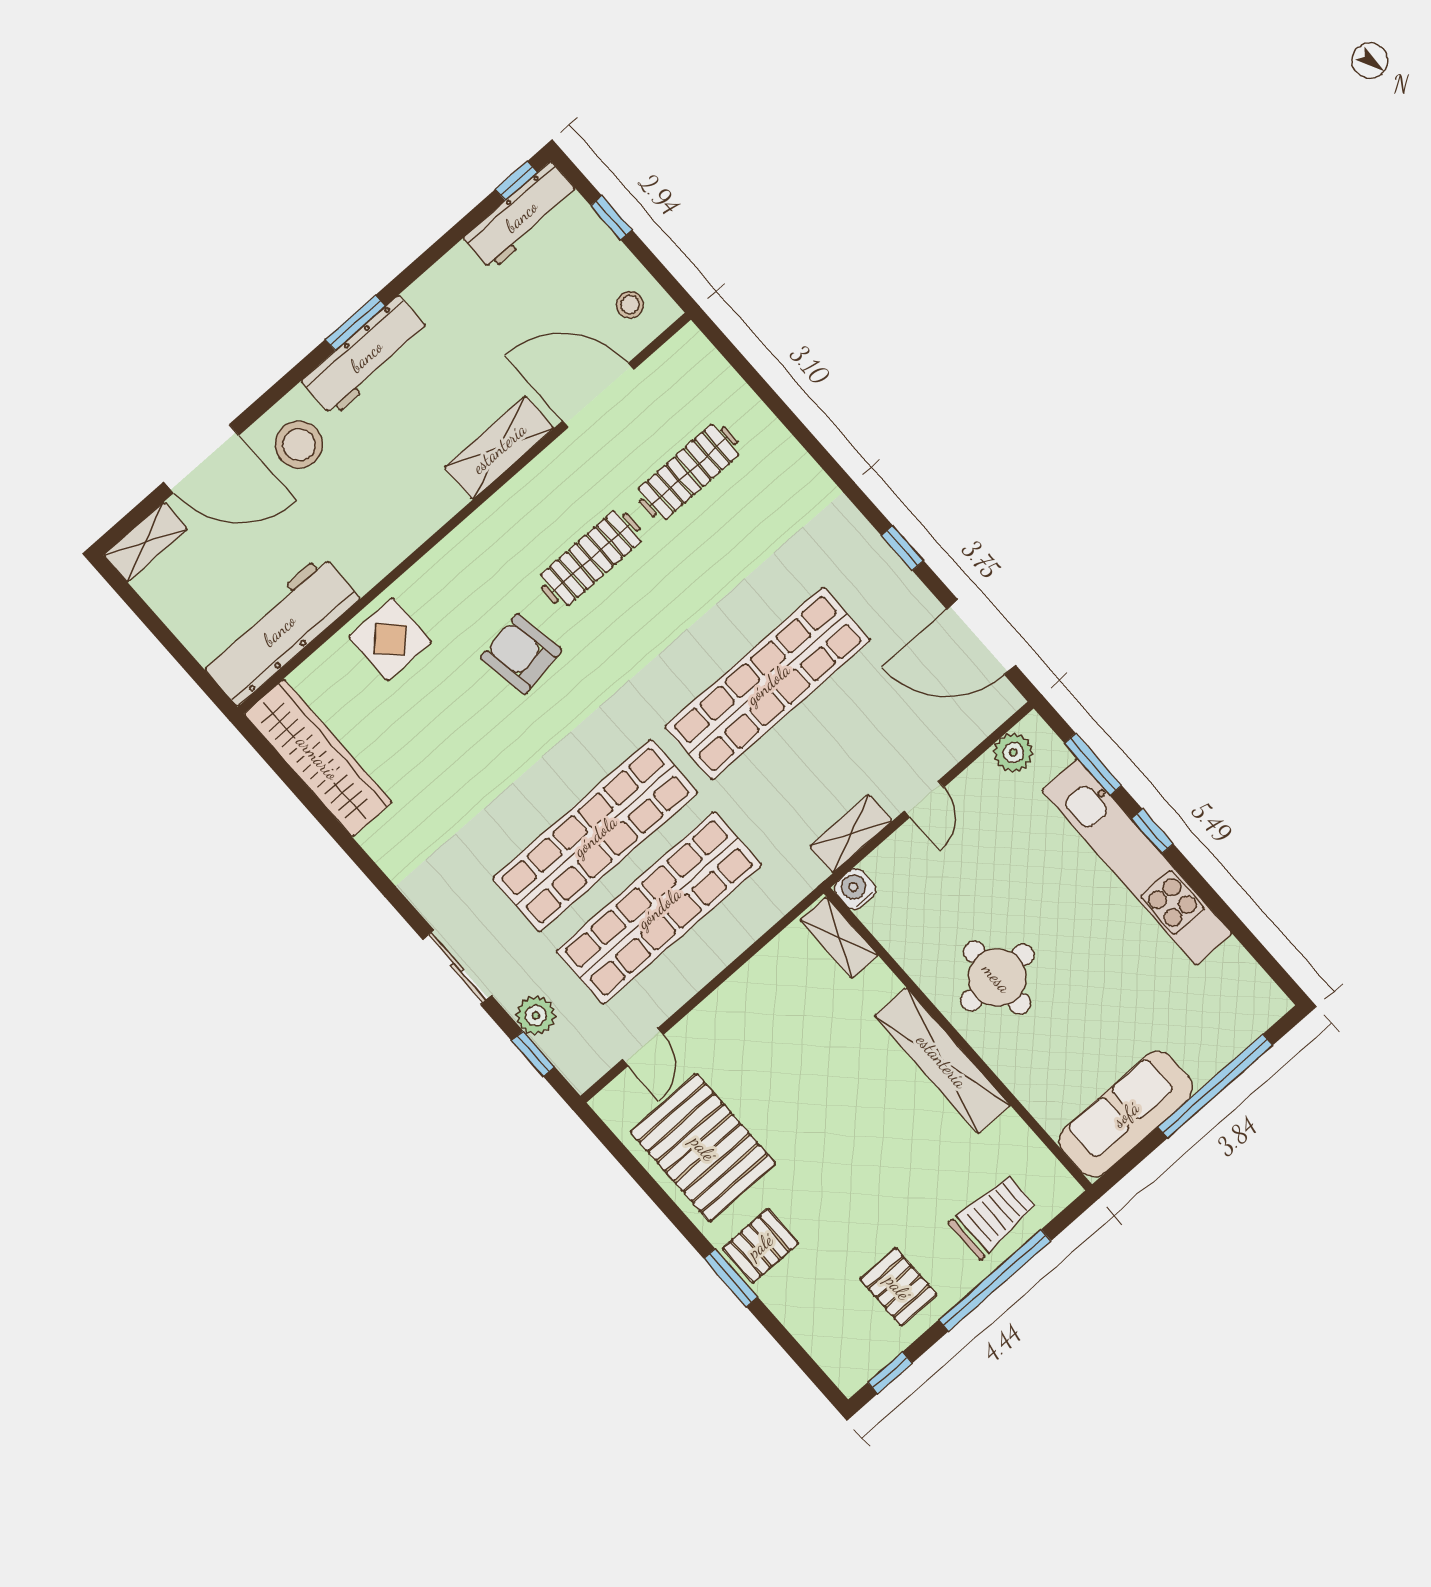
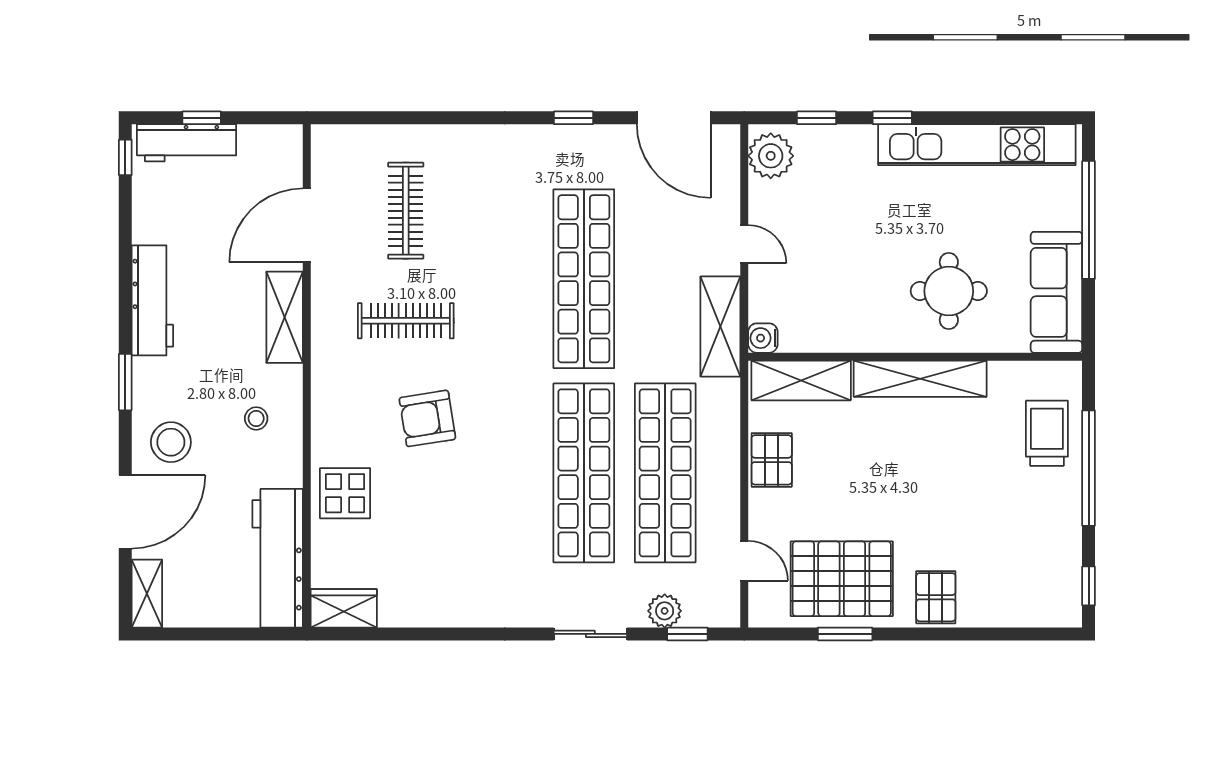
workbench: (521, 216) -> (187, 143), moved, turned 90
stool: (630, 305) -> (256, 418), moved
window: (355, 323) -> (125, 382), moved
workbench: (366, 356) -> (152, 300), moved
clothes rail: (591, 558) -> (406, 321), turned 90
door: (981, 637) -> (674, 118), hinge flipped
plant: (1013, 753) -> (771, 156), width x1.36, depth x1.36
wardrobe: (318, 758) -> (344, 608), width x0.48, depth x0.85
window: (1093, 764) -> (817, 118), width x0.67
shelving: (851, 834) -> (720, 327), width x1.50, depth x1.33
kitchen unit: (1137, 862) -> (977, 145), moved
shelving: (839, 938) -> (801, 380), width x1.50, depth x1.33
round table: (997, 978) -> (949, 291), moved
window: (731, 1278) -> (845, 634), moved
pallet: (898, 1287) -> (772, 460), moved, turned 90

